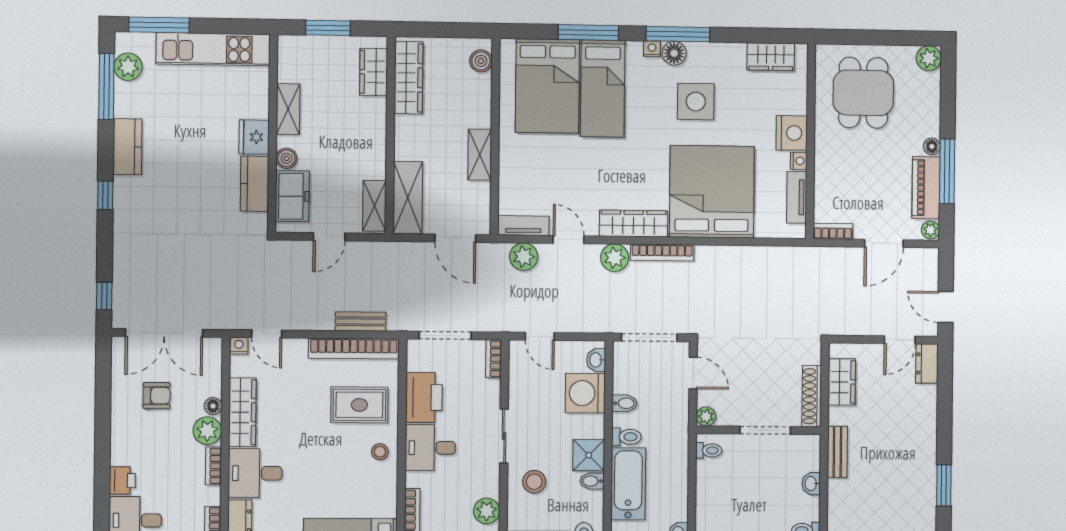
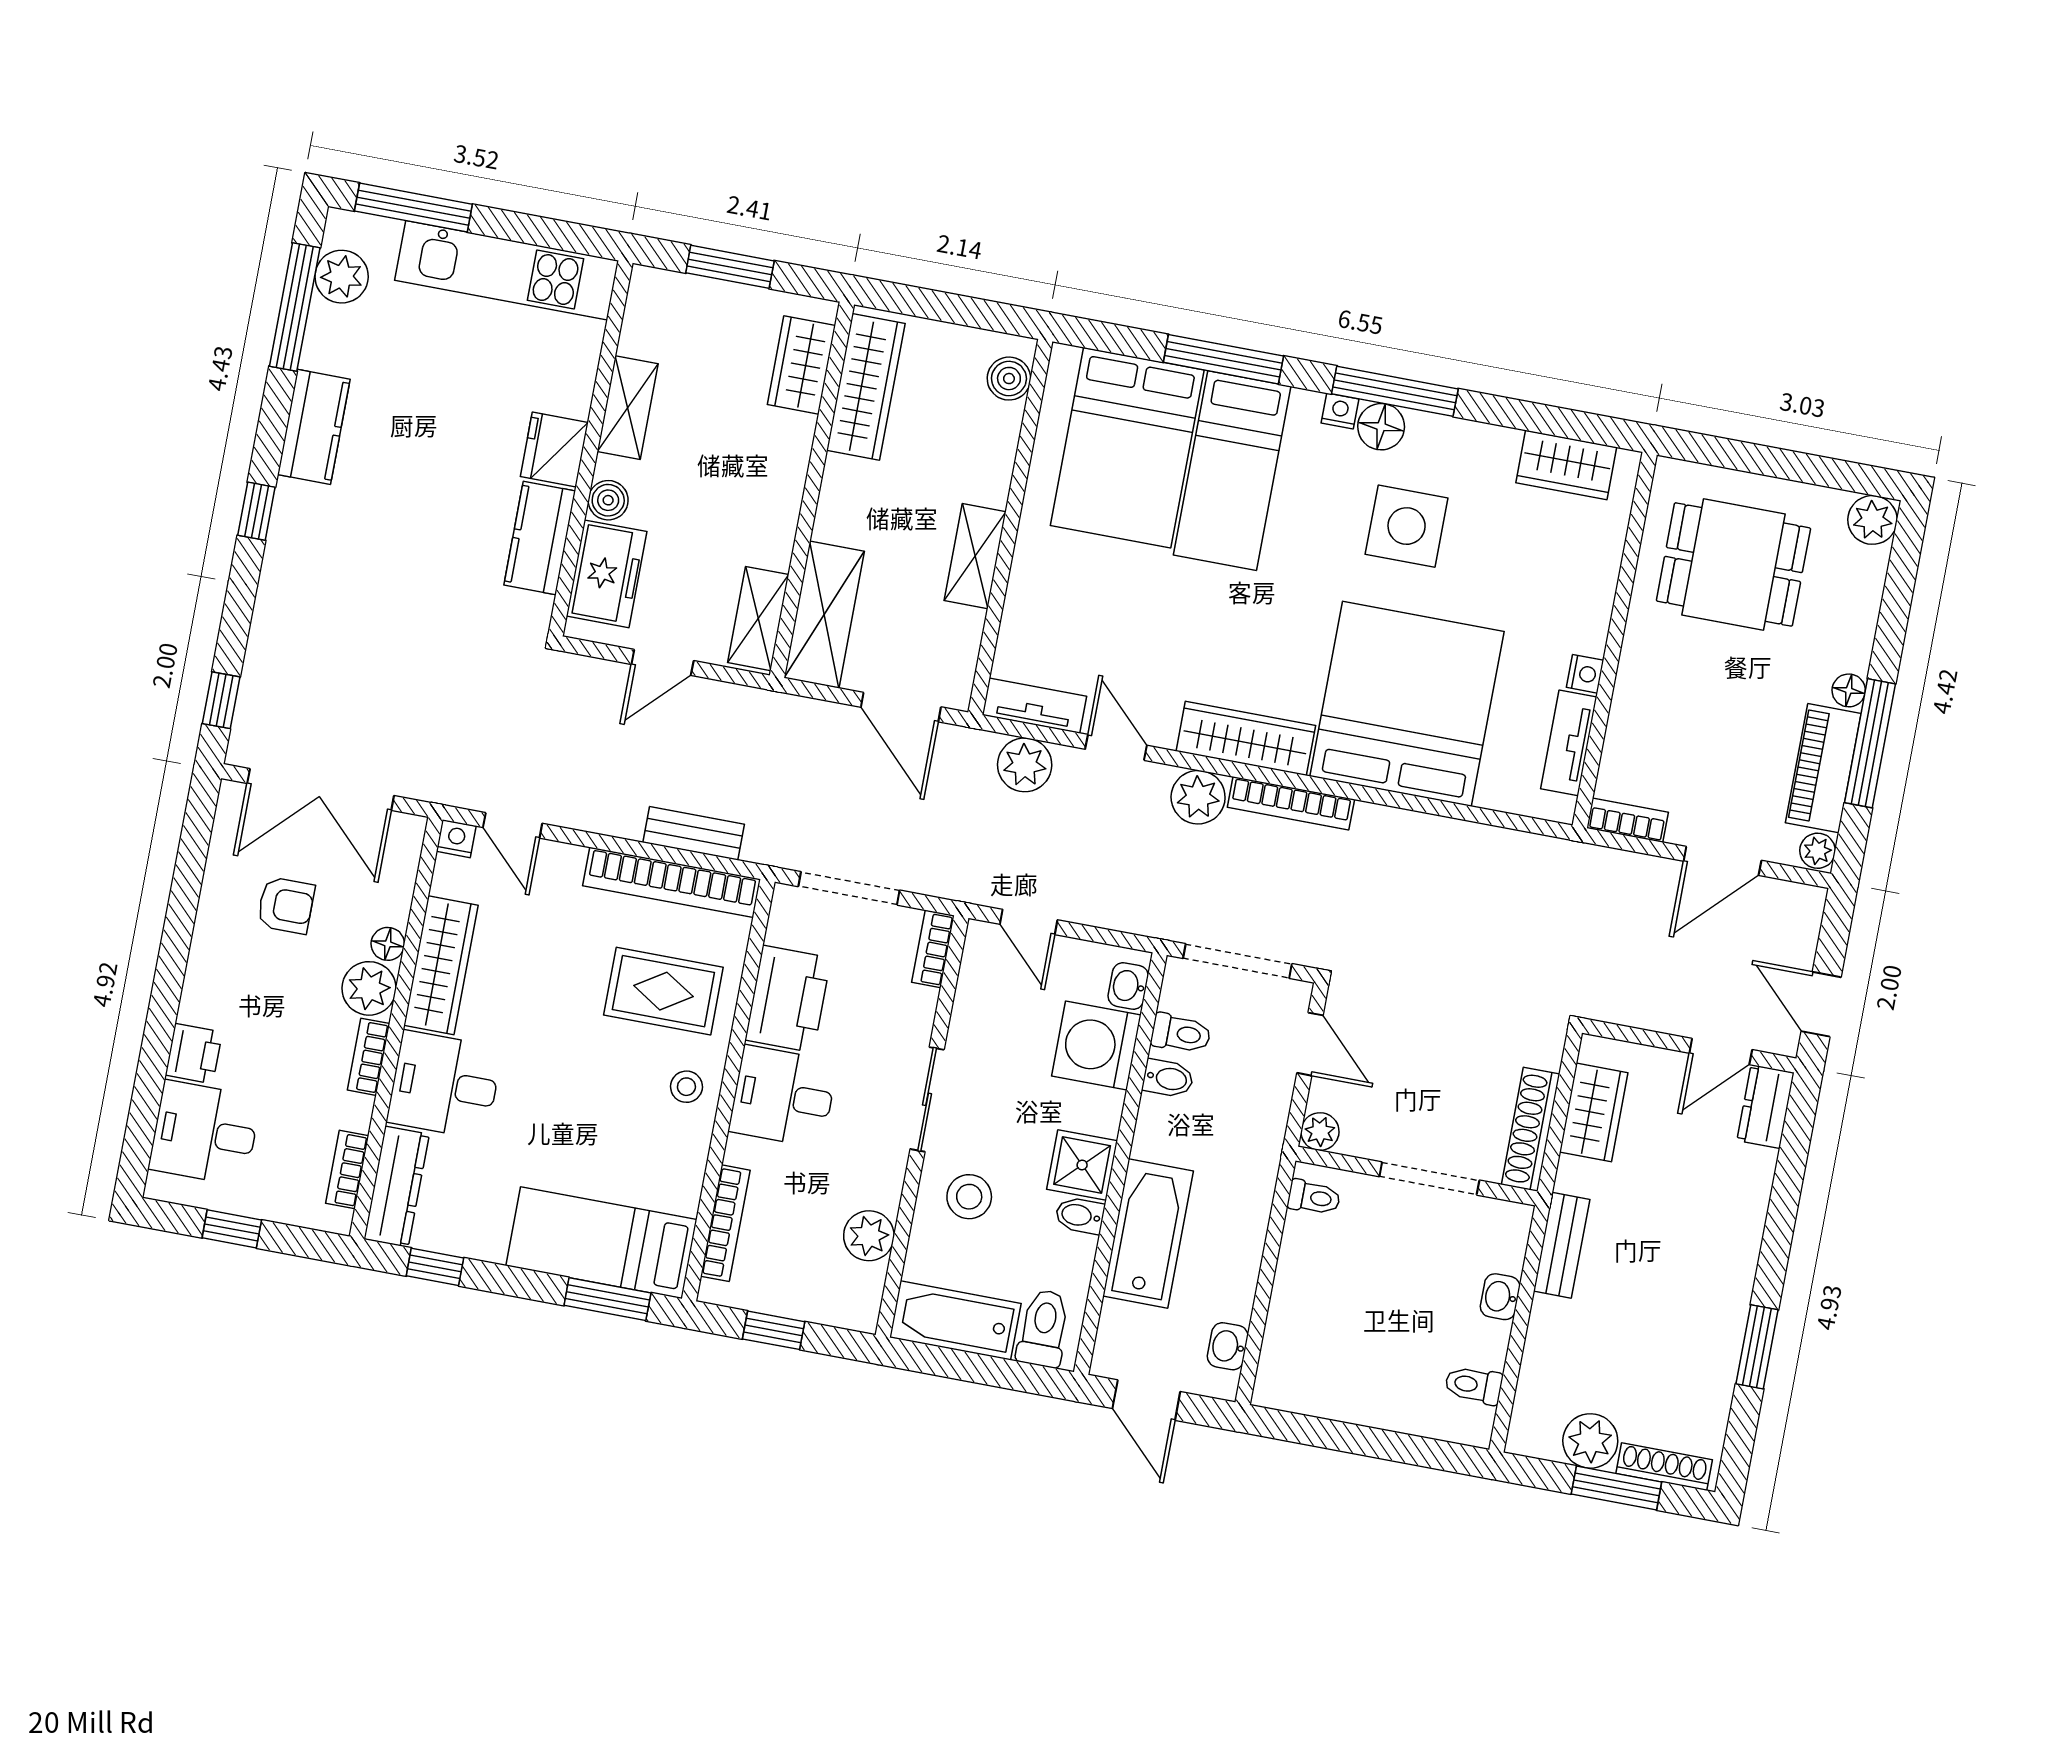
dining table: (863, 93) -> (1733, 564), turned 90
nightstand: (792, 133) -> (1581, 618), removed
toilet: (626, 437) -> (1181, 1033), moved

